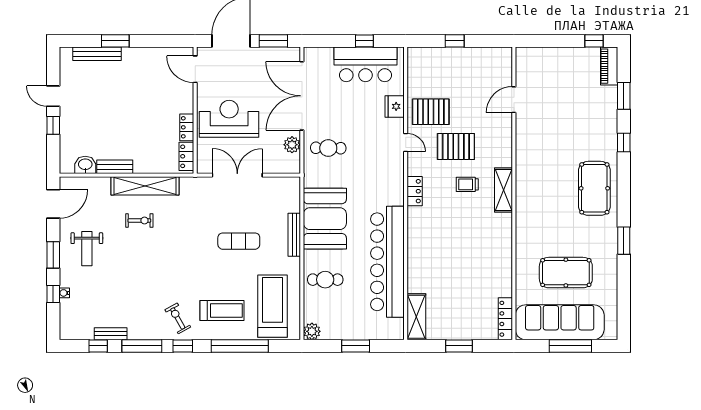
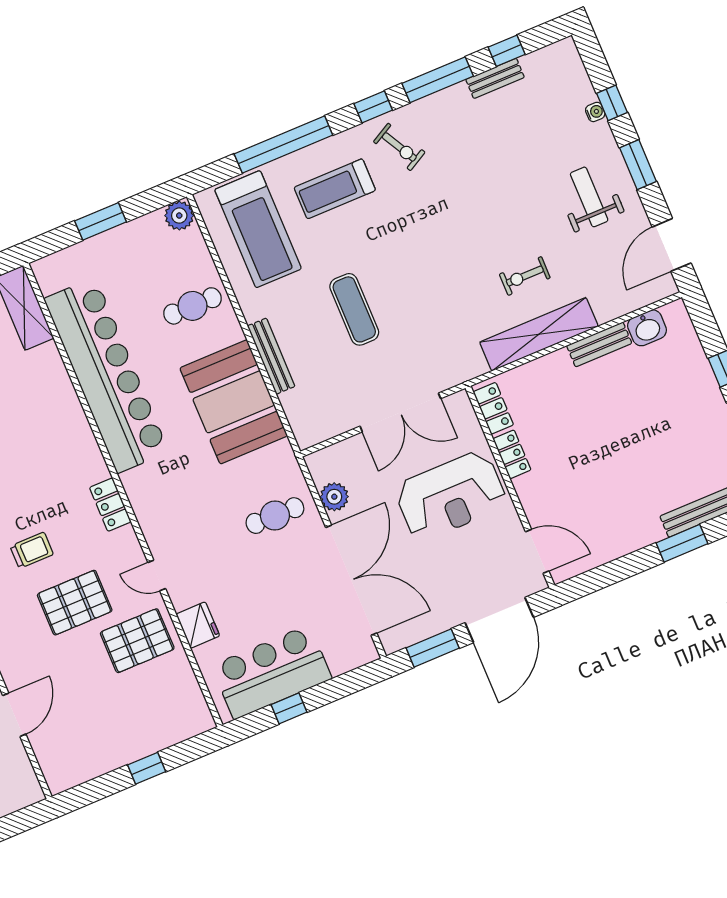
exercise mat: (239, 241) -> (354, 309), turned 90

